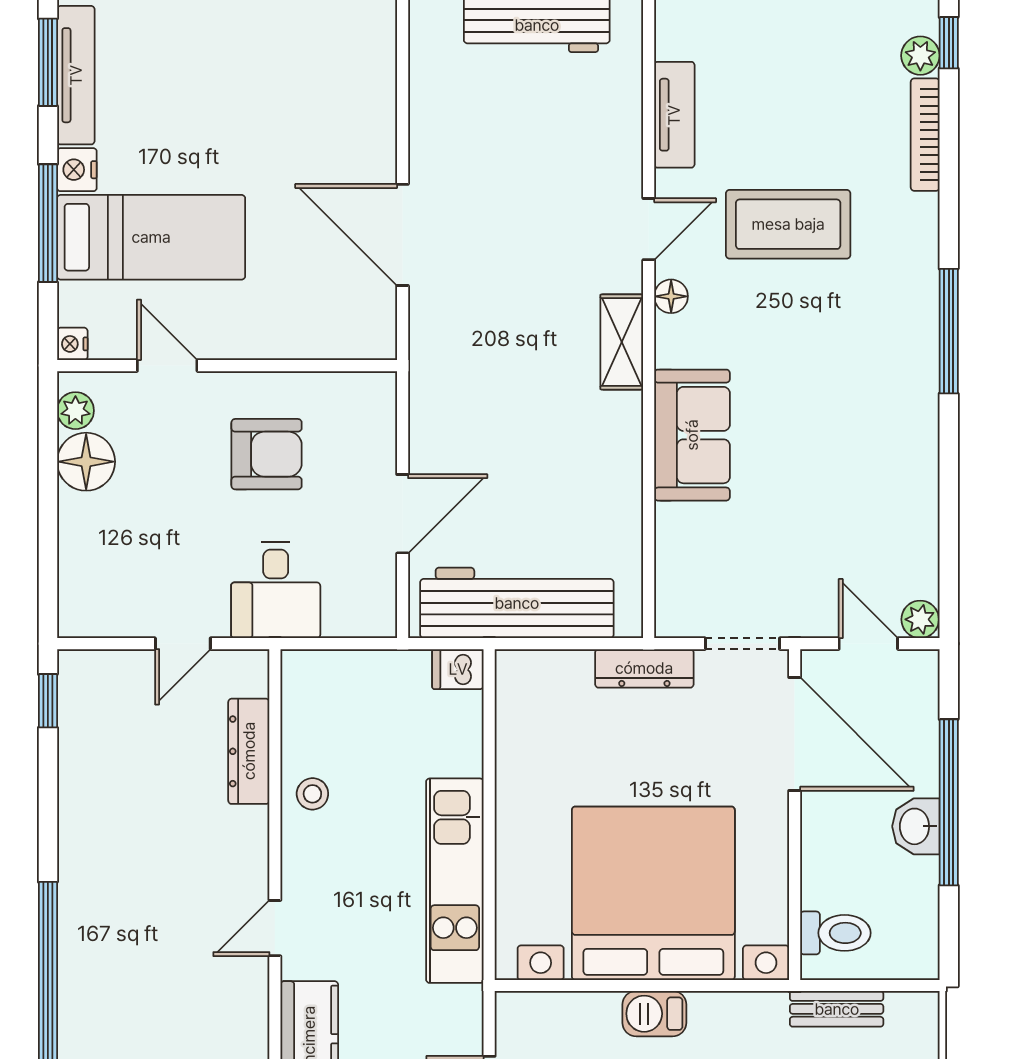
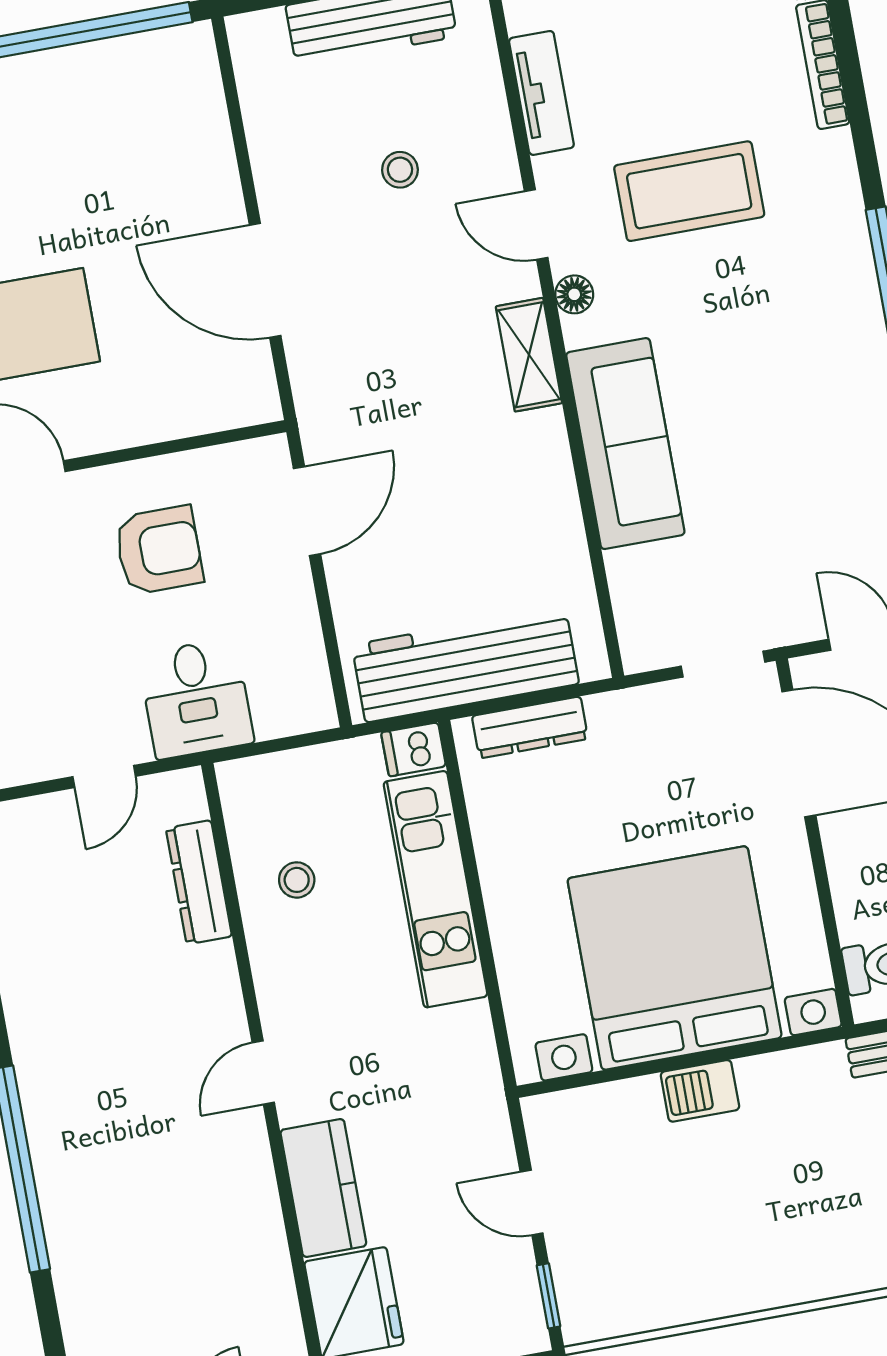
stool: (538, 159) -> (400, 170), added
door: (649, 229) -> (536, 225), swing flipped
sofa: (692, 435) -> (625, 444), width x1.36
door: (403, 514) -> (307, 511), moved
dresser: (644, 668) -> (530, 727), moved
stool: (312, 794) -> (297, 880), moved
kitchen unit: (455, 881) -> (435, 889), moved

